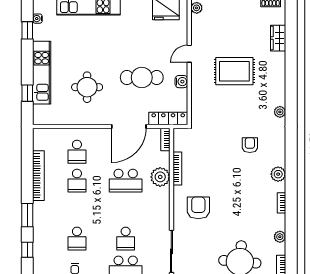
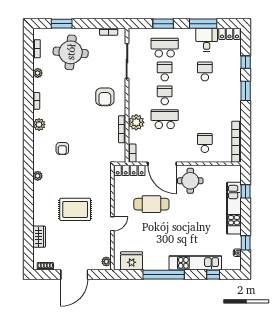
water cooler: (181, 82) -> (119, 201), removed
round table: (87, 87) -> (190, 181), moved
door: (129, 126) -> (162, 164), swing flipped
bookcase: (38, 176) -> (237, 142), moved
school desk: (77, 181) -> (165, 95), moved

